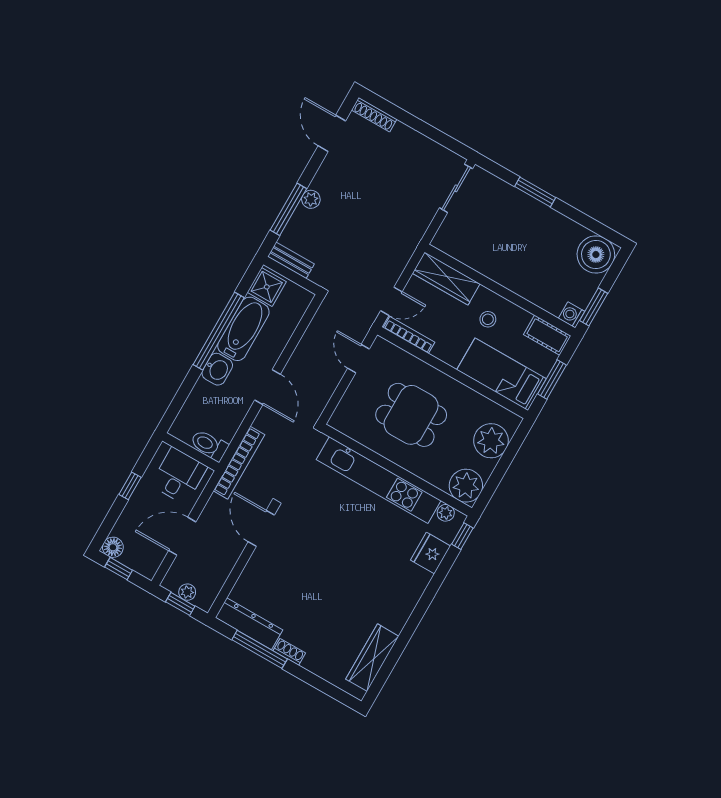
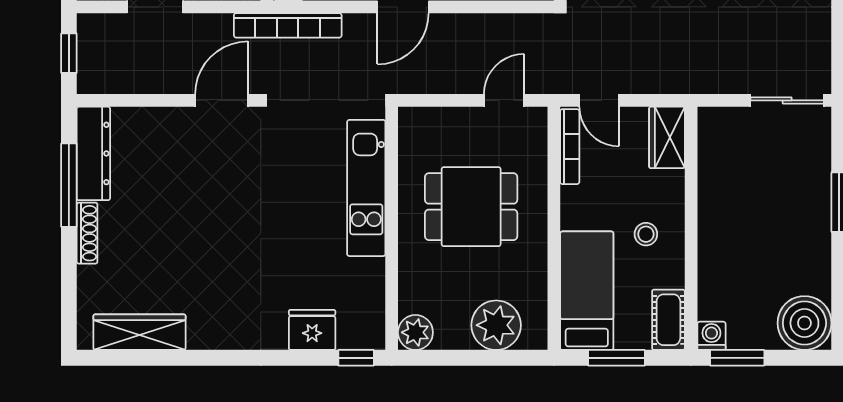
wardrobe: (446, 279) -> (667, 137), width x0.67
dining table: (411, 415) -> (471, 207), turned 90
kitchen unit: (379, 480) -> (366, 188), width x0.73
plant: (466, 486) -> (415, 332), width x0.73, depth x0.73
plant: (446, 513) -> (373, 320), removed
plant: (187, 592) -> (89, 53), removed
shoe rack: (289, 652) -> (87, 233), width x1.43

